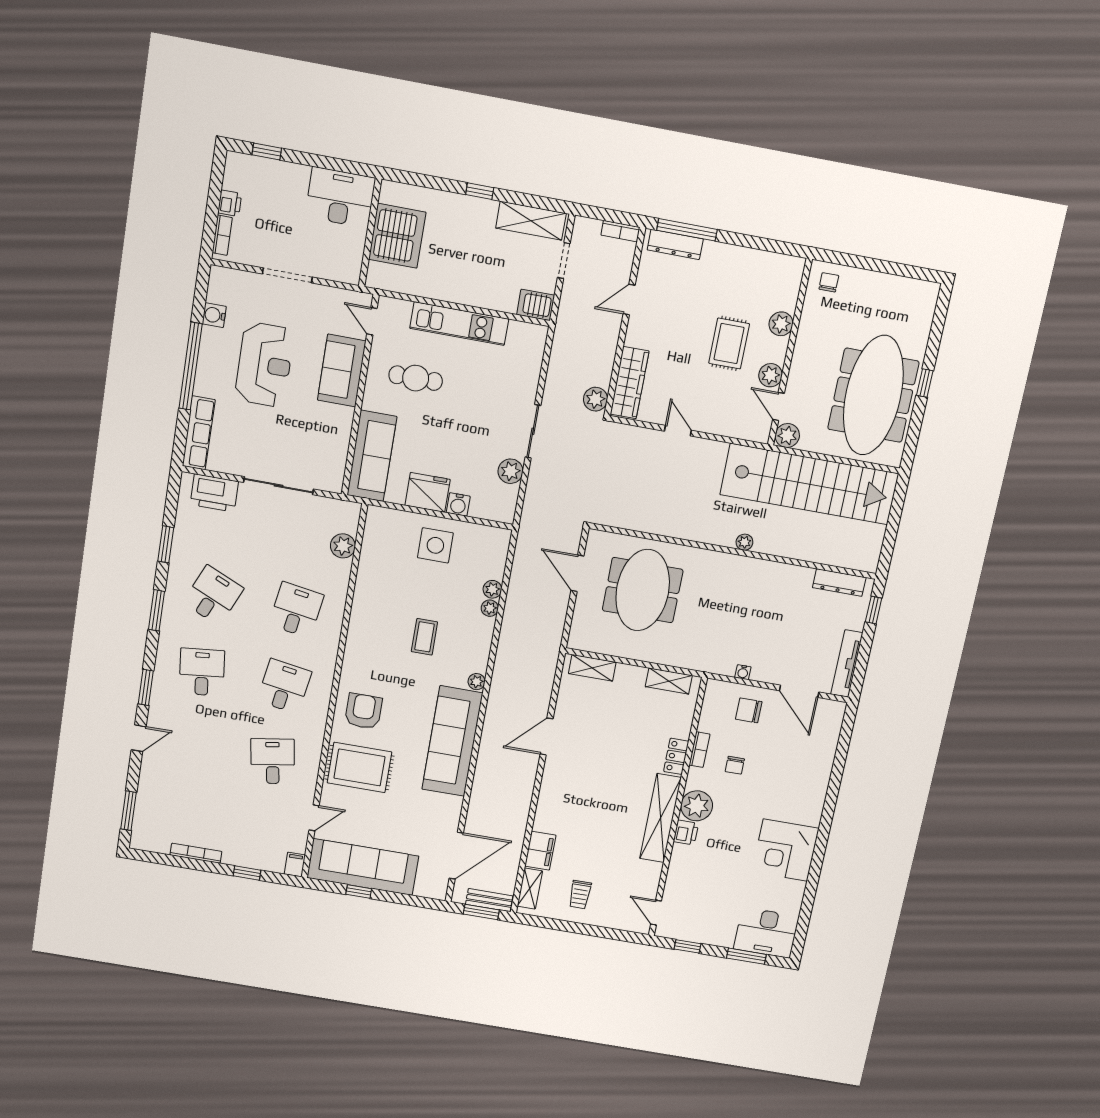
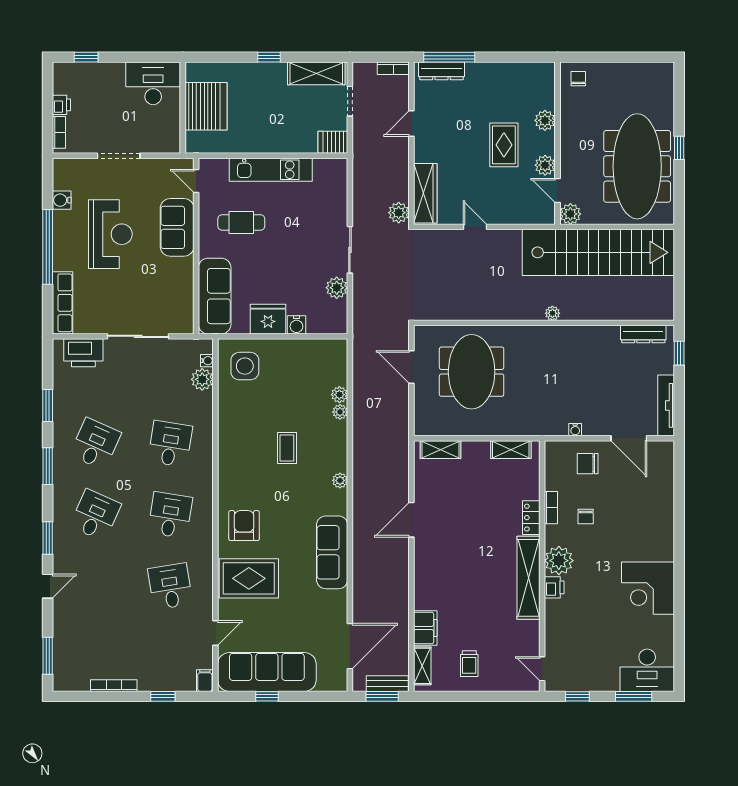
water cooler: (351, 526) -> (207, 361), added
side table: (435, 545) -> (245, 366), moved
desk: (202, 672) -> (95, 515), turned 30
sofa: (452, 741) -> (332, 552), width x0.74, depth x0.79

